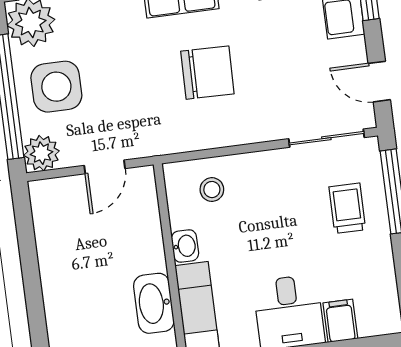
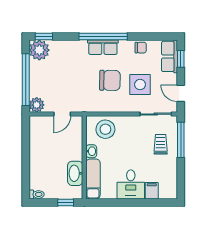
side table: (56, 87) -> (140, 85), moved
stool: (212, 190) -> (105, 129), width x1.89, depth x1.89

